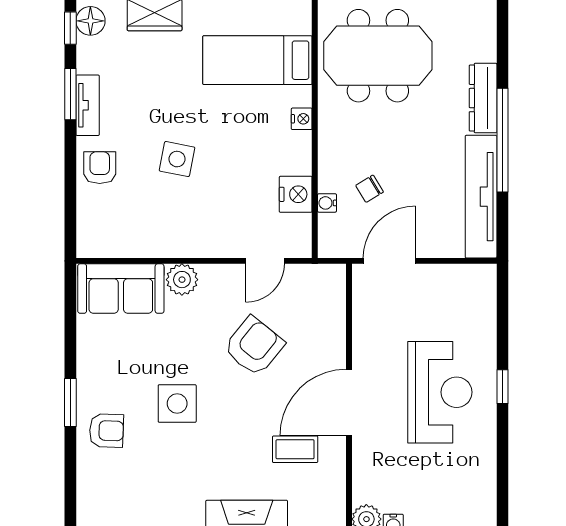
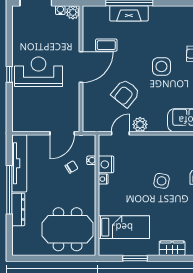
nightstand: (302, 119) -> (103, 179), moved
plant: (182, 280) -> (140, 124), moved
reception desk: (440, 392) -> (39, 72), turned 90

